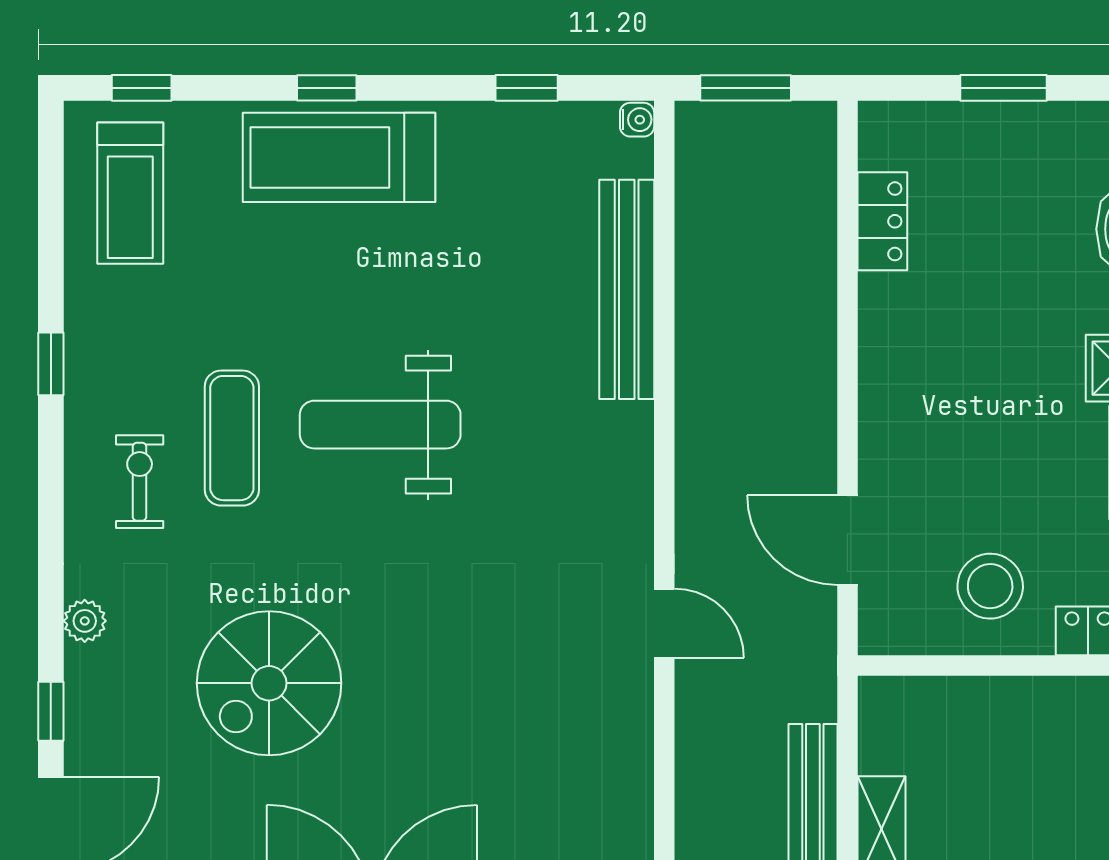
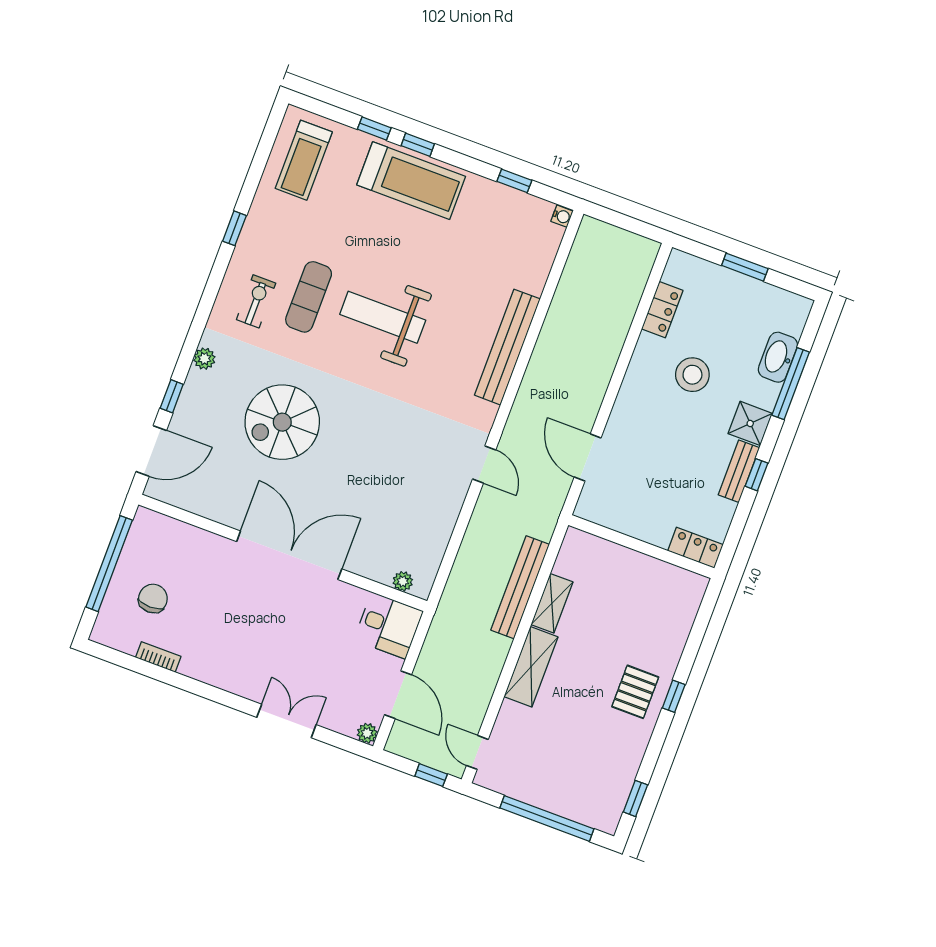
window: (142, 88) -> (374, 129), moved
window: (746, 88) -> (620, 220), removed
treadmill: (339, 157) -> (411, 181), turned 180
bench: (627, 289) -> (507, 347), moved
stool: (990, 586) -> (692, 375), moved

